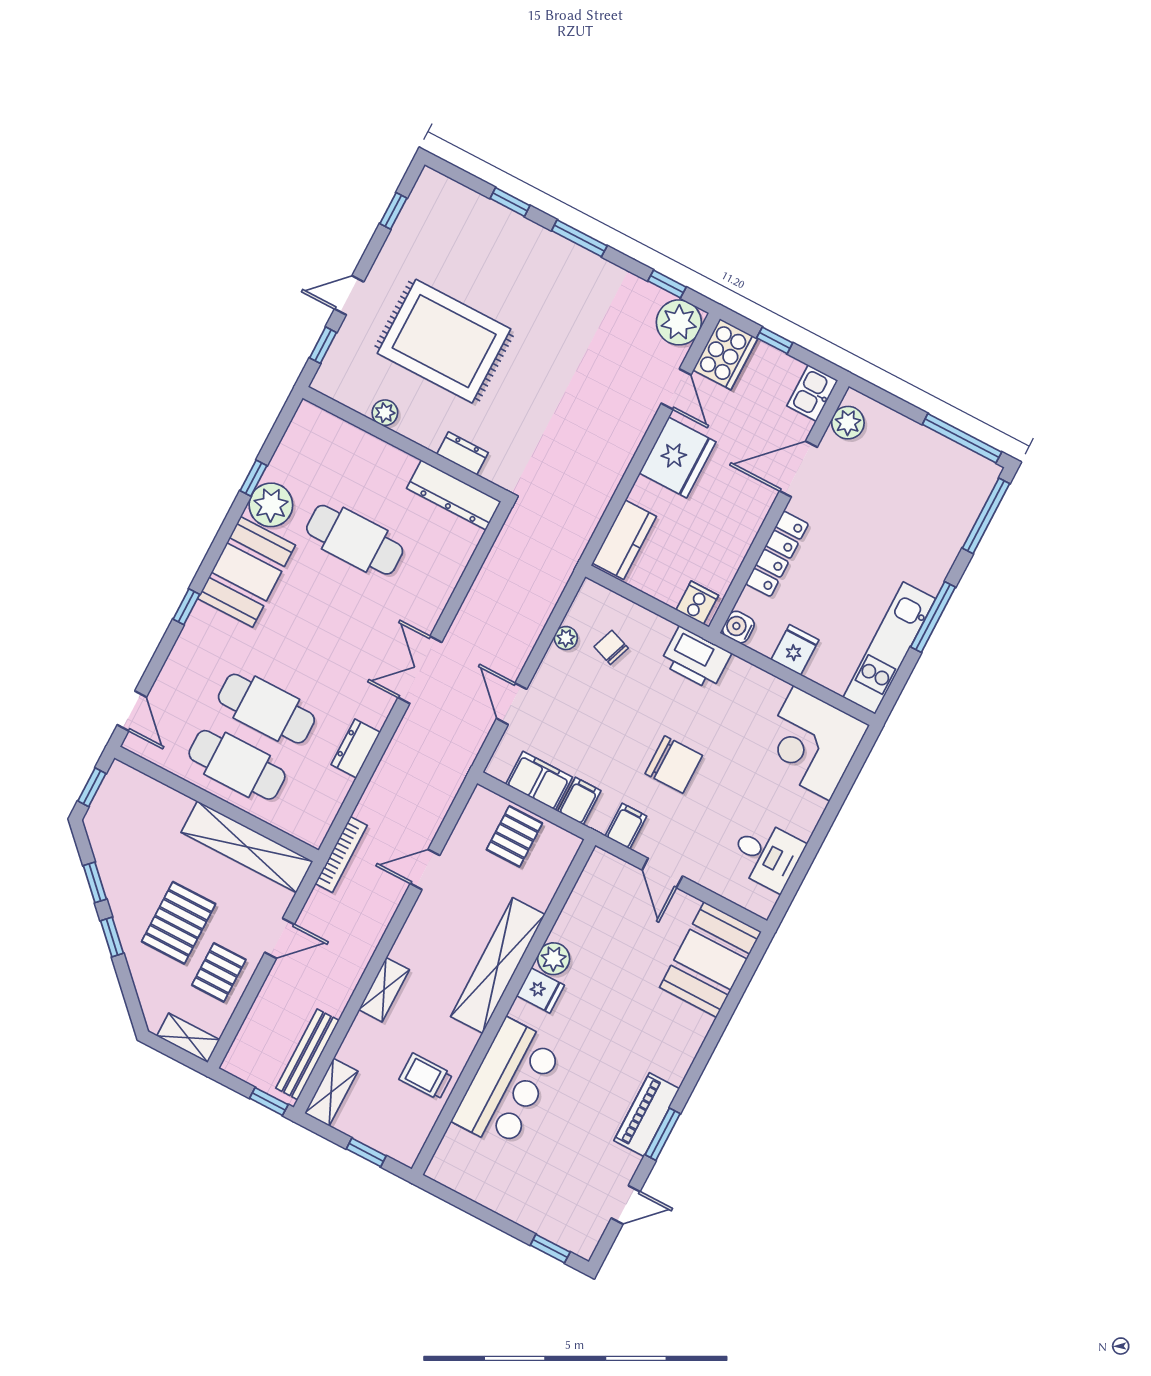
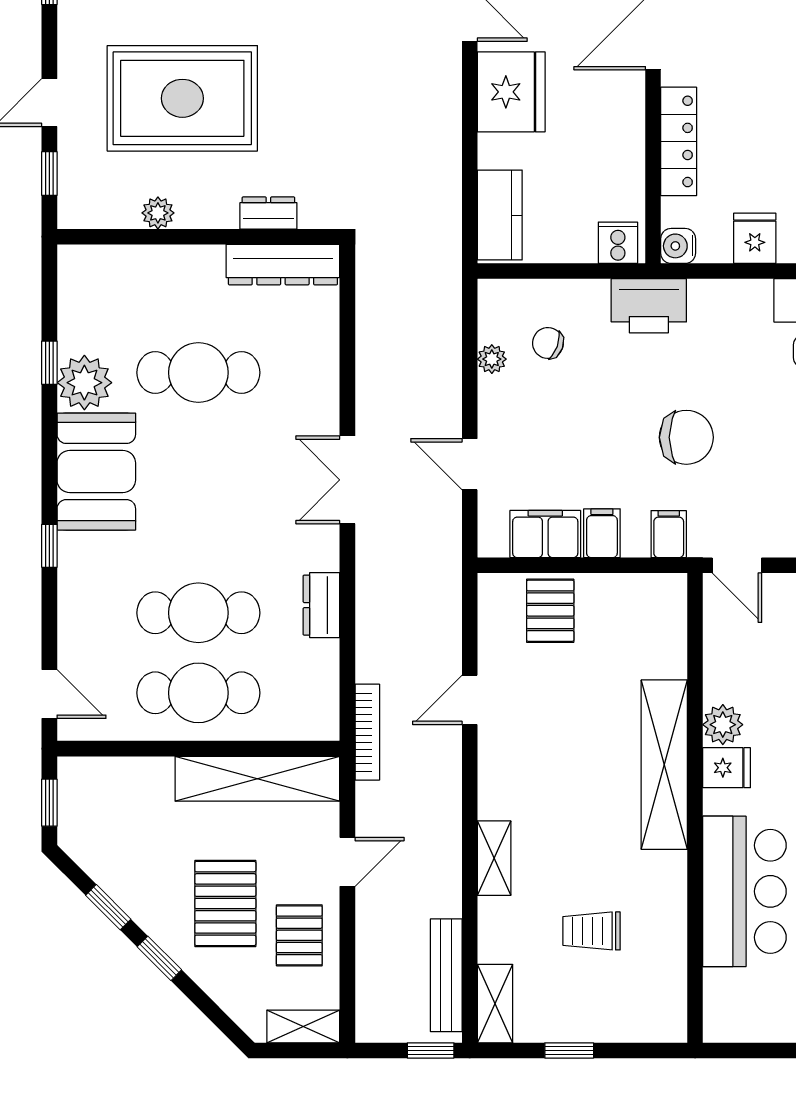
plant: (554, 959) -> (723, 725), moved
shelving: (498, 965) -> (664, 765), moved
fridge: (540, 990) -> (727, 768), moved
wall: (504, 1007) -> (695, 808), moved
bar counter: (508, 1084) -> (744, 891), moved

